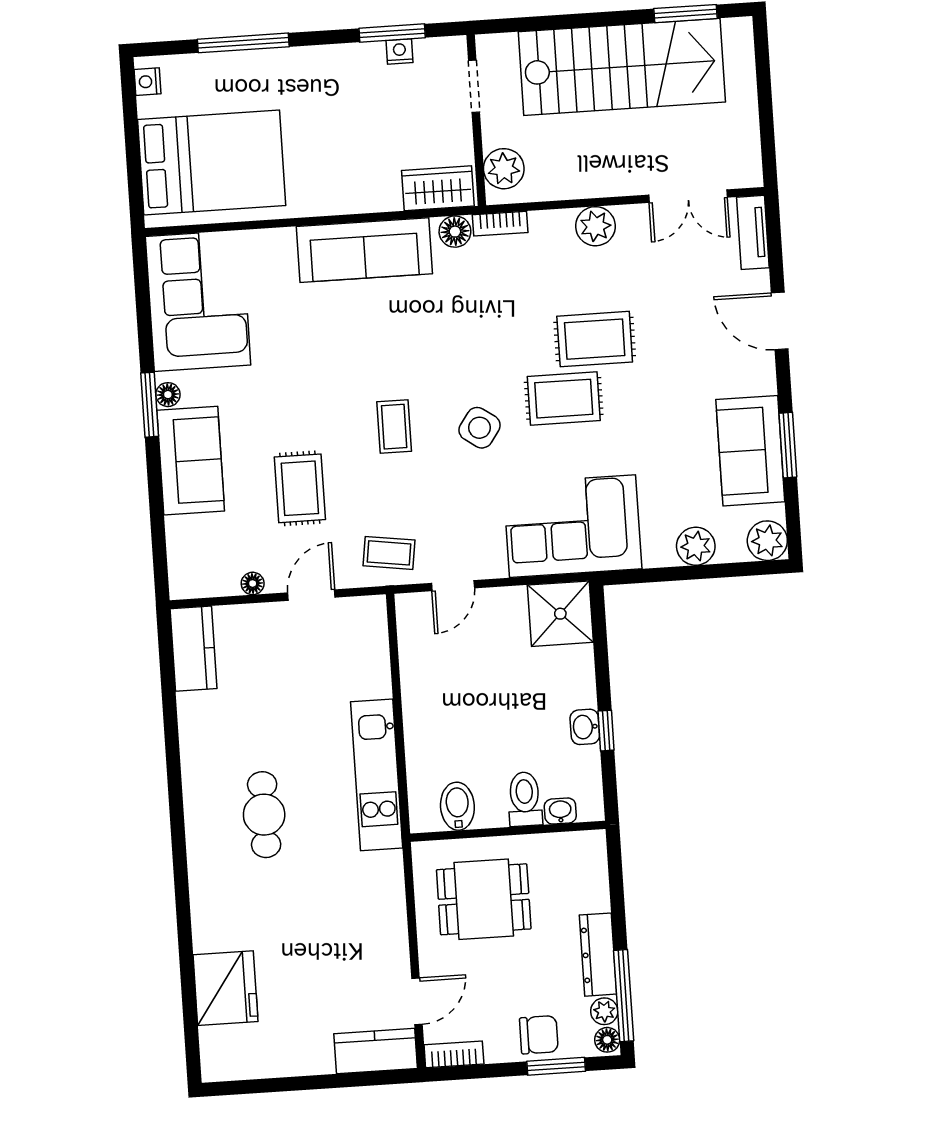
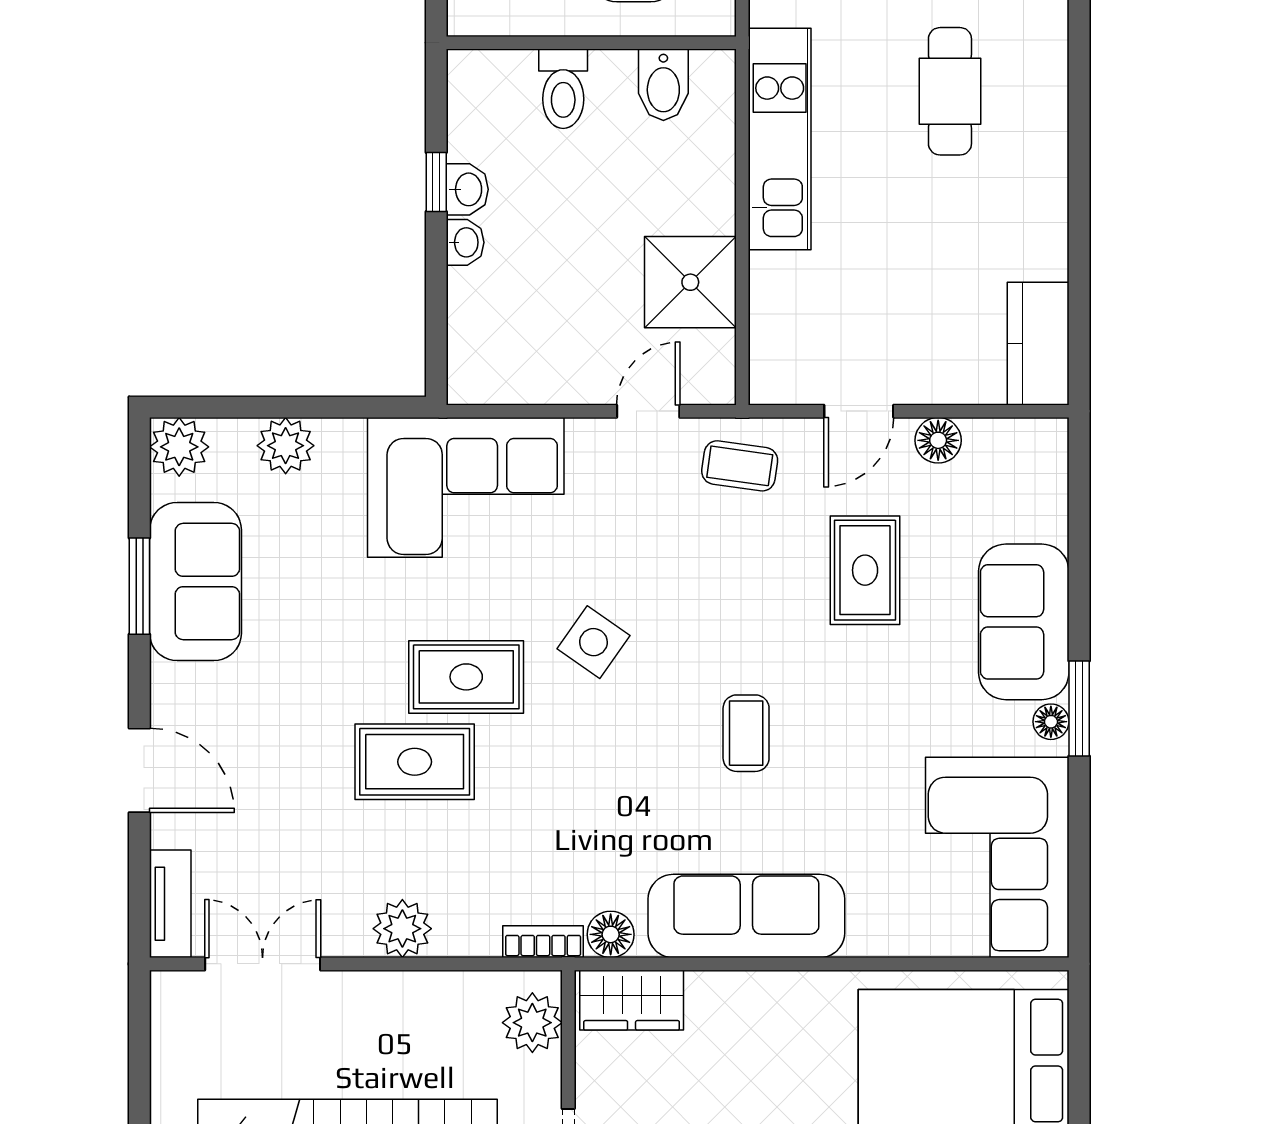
coffee table: (394, 427) -> (746, 733), moved
floor lamp: (253, 583) -> (938, 440), width x1.37, depth x1.37
shower: (560, 614) -> (690, 282), moved
washbasin: (560, 811) -> (465, 242), moved, turned -90

